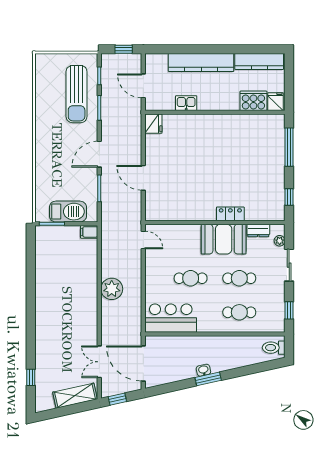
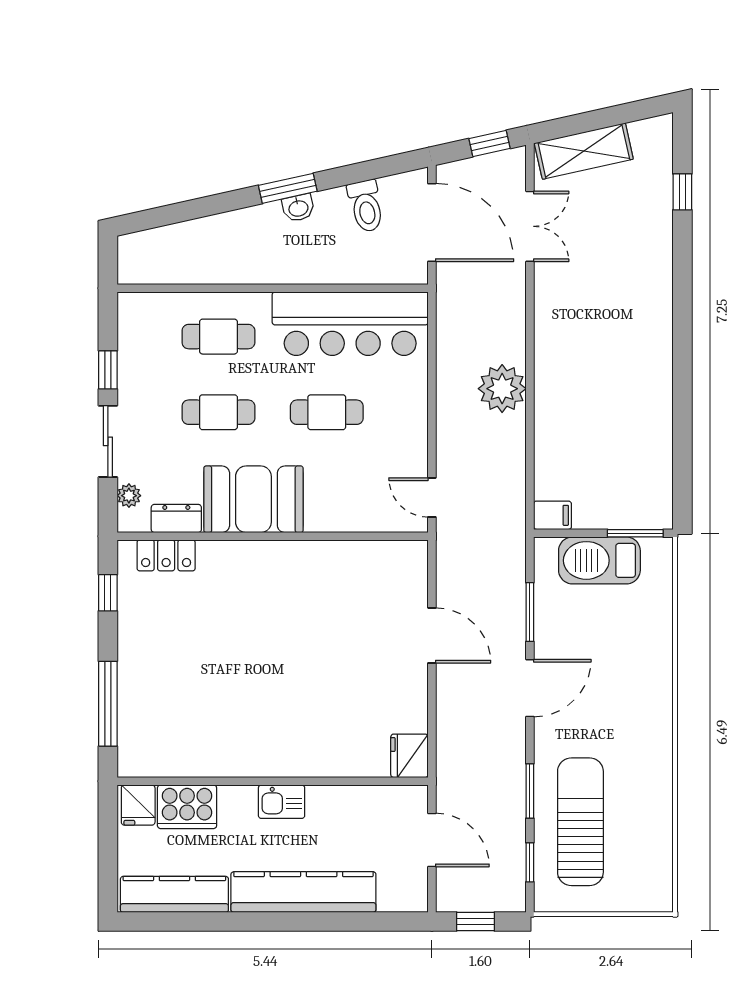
kitchen sink: (186, 103) -> (282, 802), moved
locker: (230, 214) -> (166, 555), moved
window: (289, 310) -> (108, 370), moved
bar counter: (171, 318) -> (350, 324), width x1.36
toilet: (274, 348) -> (366, 206), moved, turned 77

